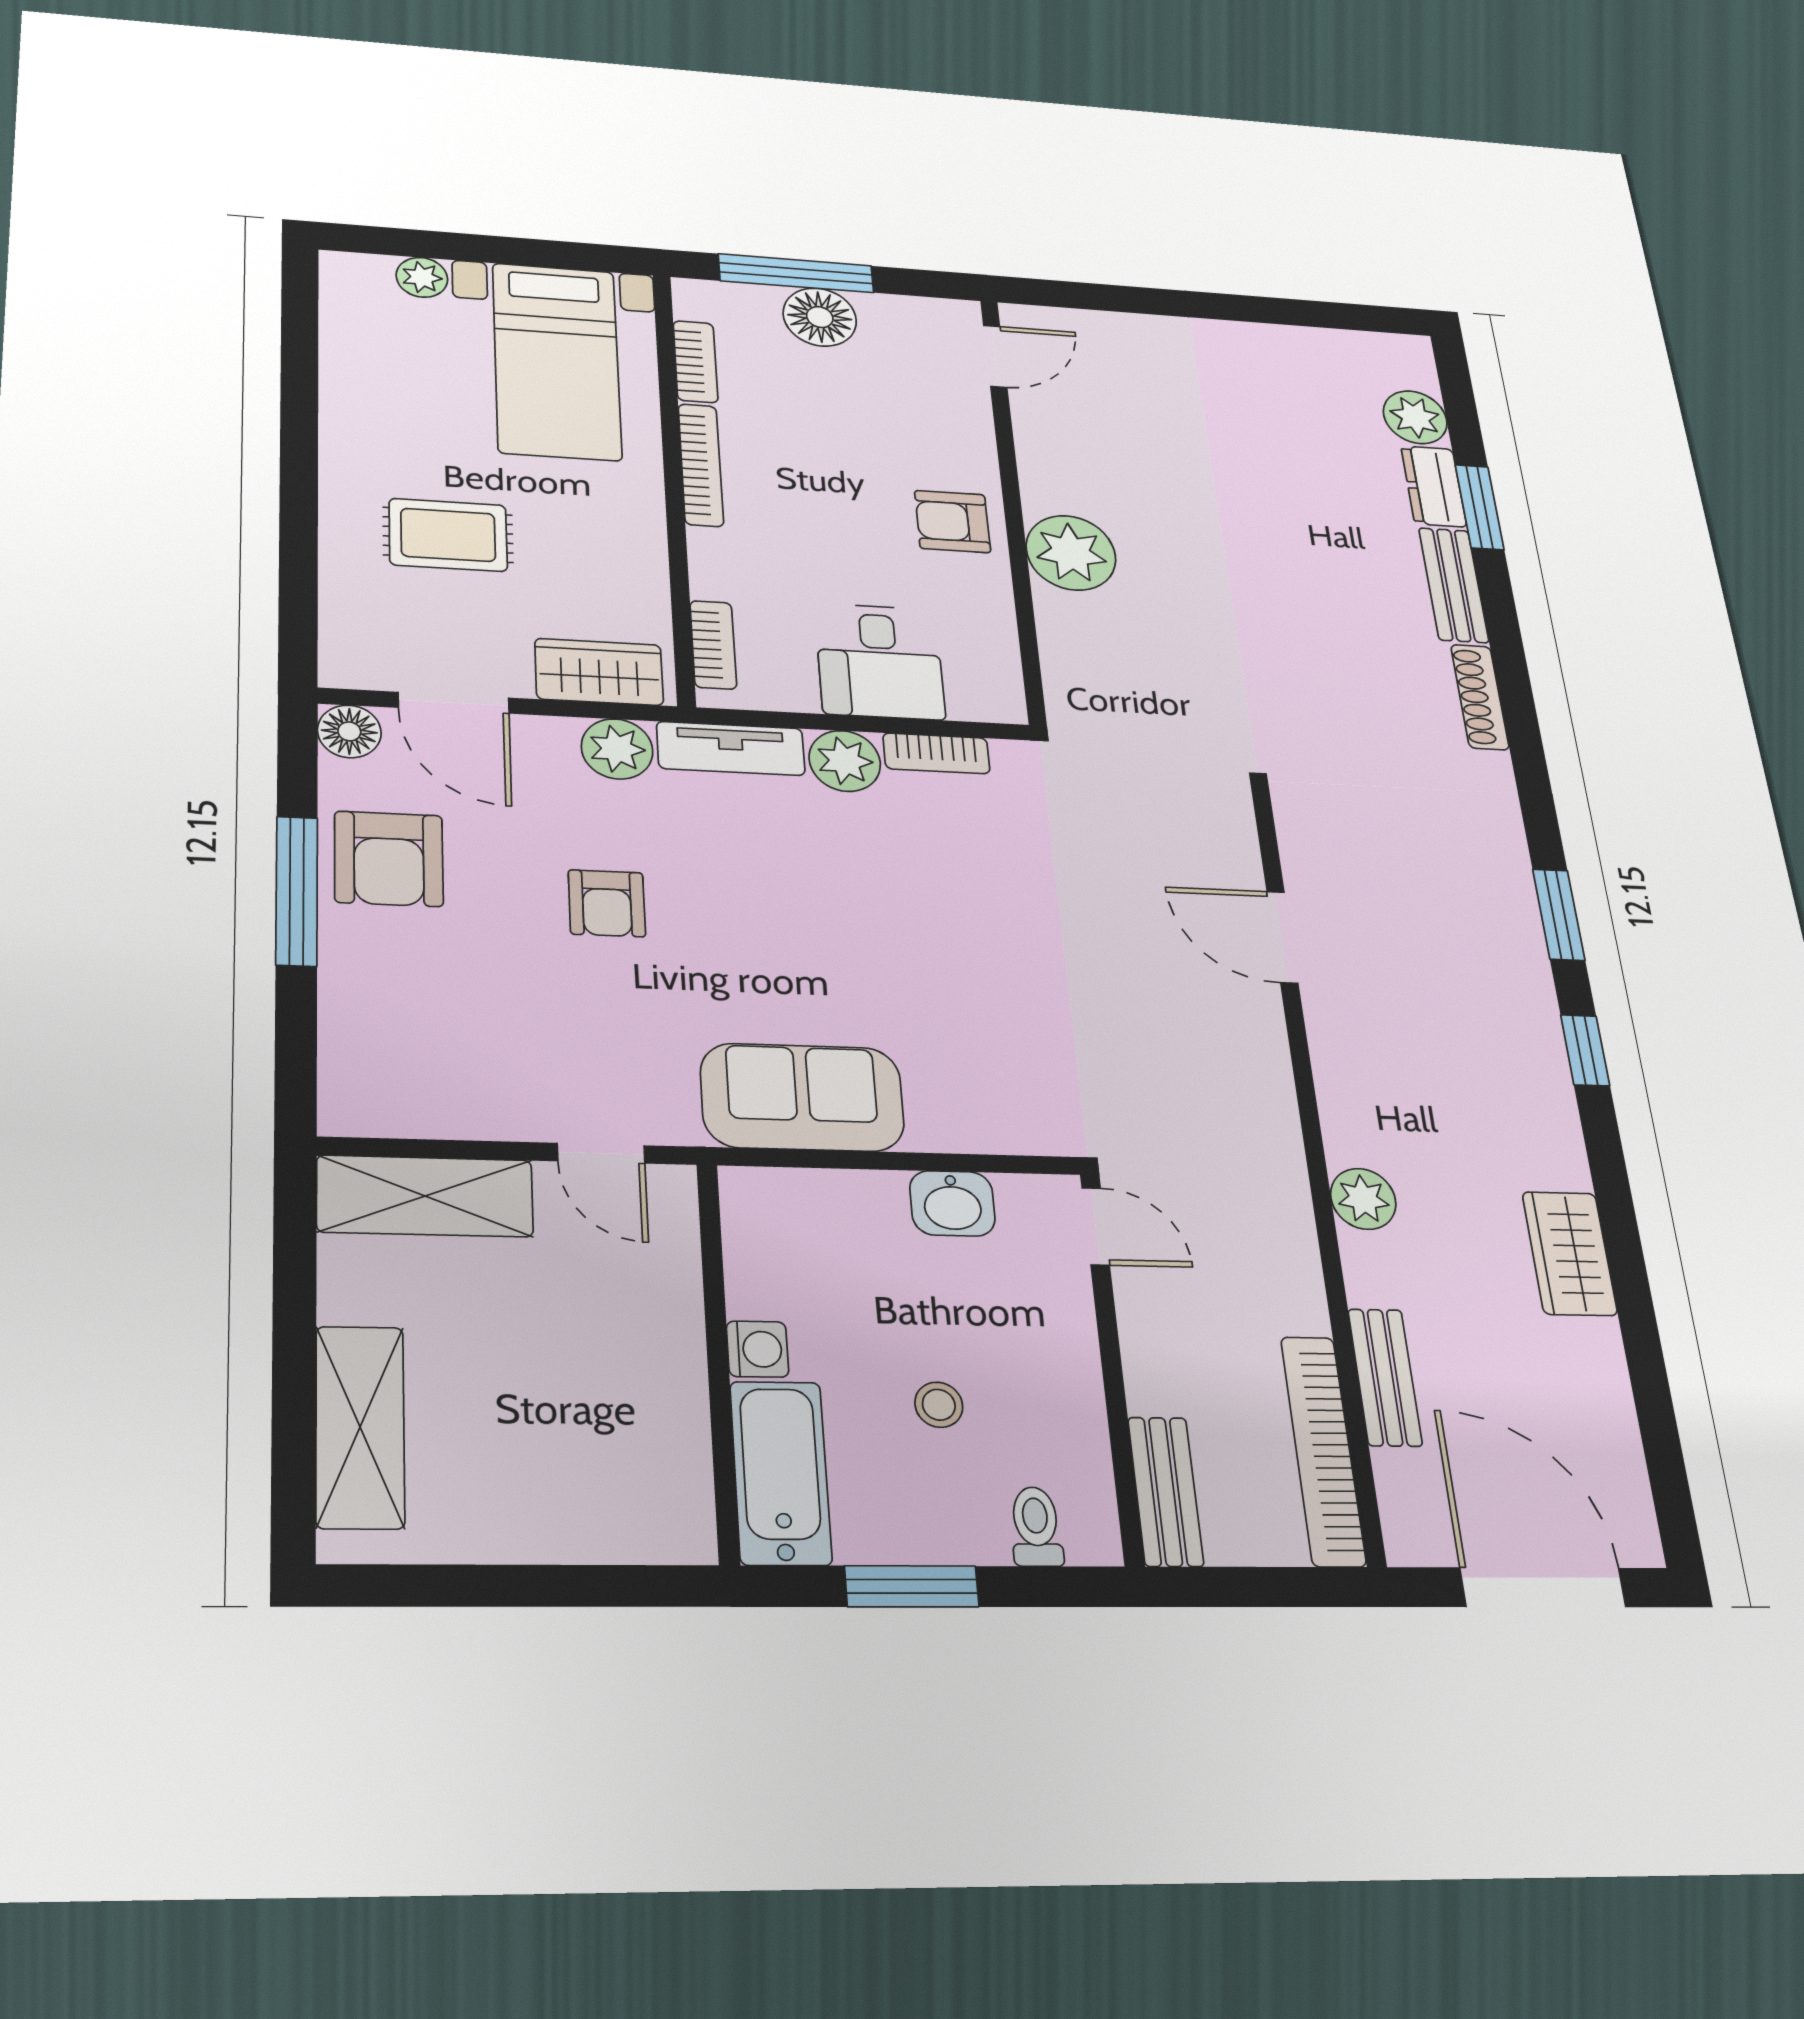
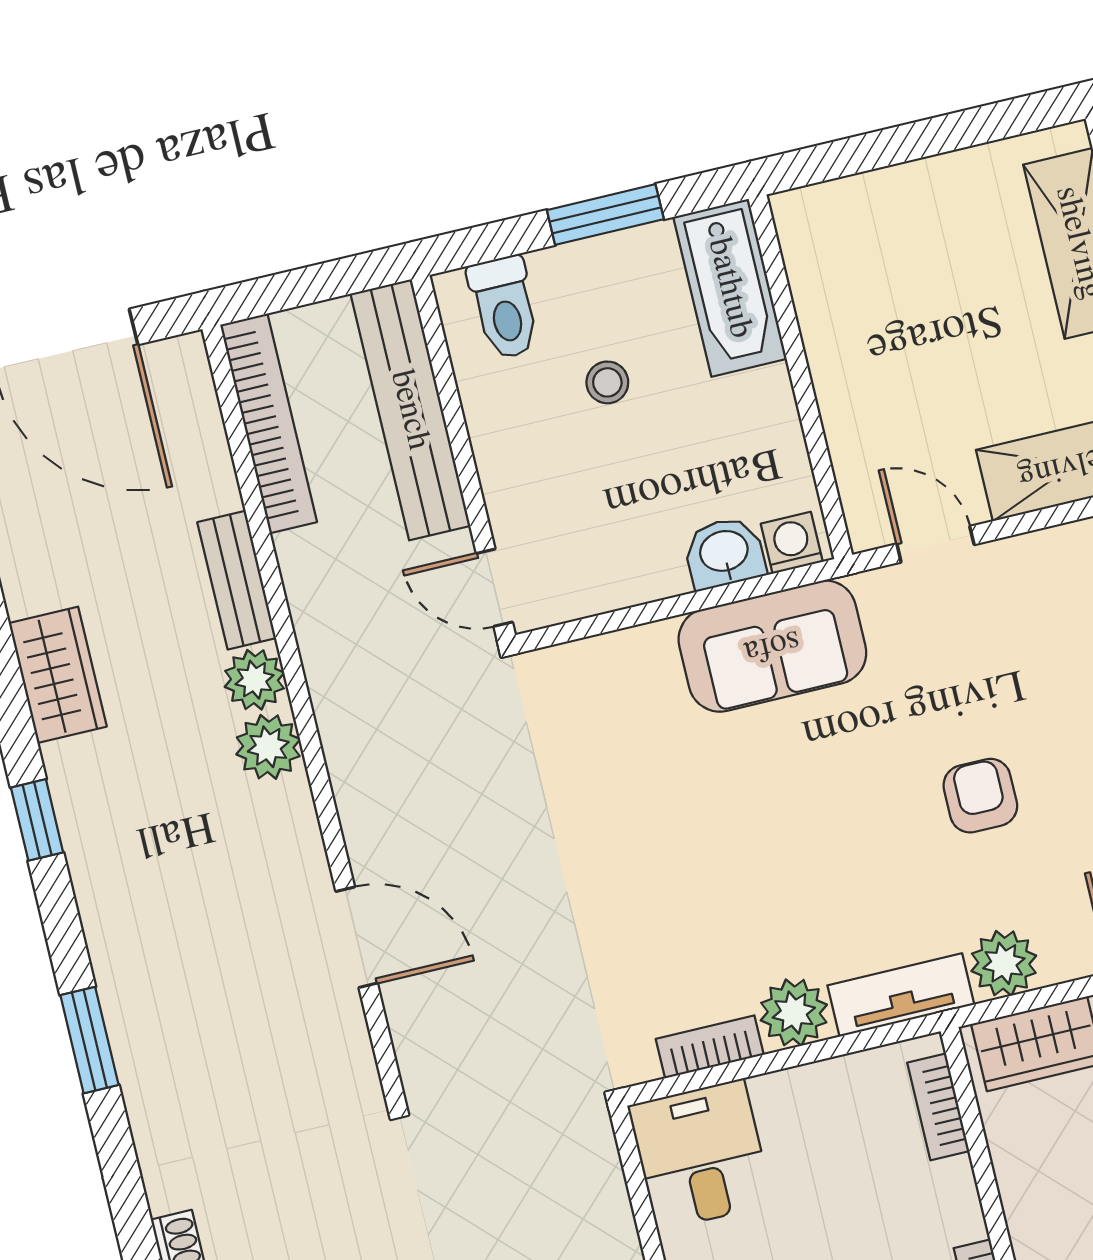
desk: (880, 661) -> (701, 1155), moved
window: (1585, 1050) -> (37, 820), moved
plant: (1355, 1132) -> (268, 747), added
washbasin: (952, 1203) -> (724, 553), moved
washing machine: (758, 1349) -> (792, 543), moved, turned 90
bench: (1385, 1377) -> (237, 580), moved
bench: (1166, 1491) -> (410, 410), width x1.86, depth x1.21
toilet: (1036, 1527) -> (504, 308), width x1.37, depth x1.39

